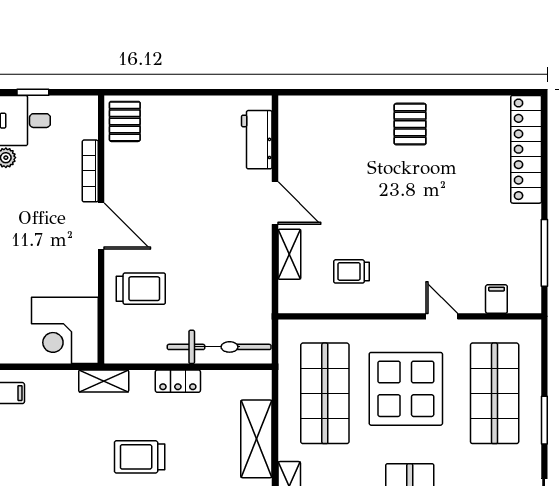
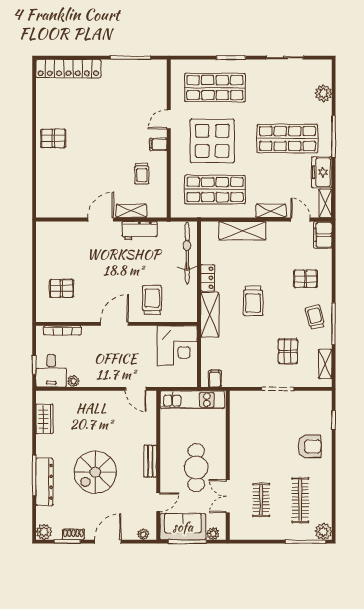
pallet: (125, 121) -> (62, 288), moved
workbench: (257, 140) -> (140, 230), moved
bookcase: (90, 171) -> (62, 330), moved
filing cabinet: (496, 299) -> (158, 144), moved
shelving: (104, 381) -> (210, 315), width x1.50, depth x1.33

